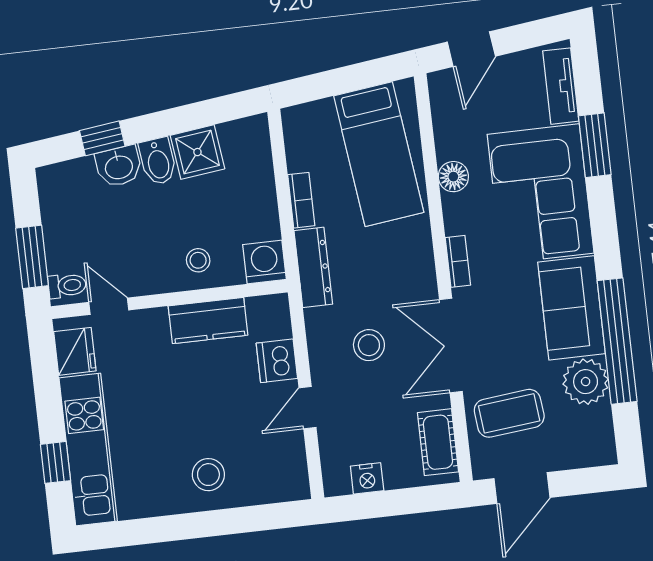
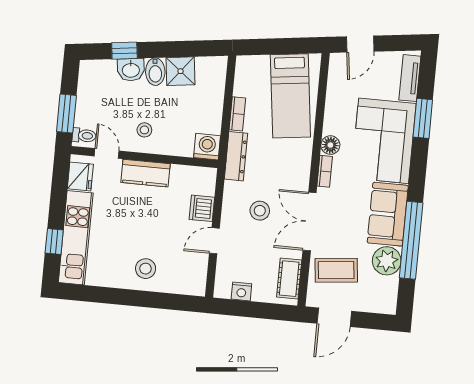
floor lamp: (453, 177) -> (330, 145), moved
stool: (198, 260) -> (144, 130), moved
kitchen counter: (208, 321) -> (145, 173), moved

